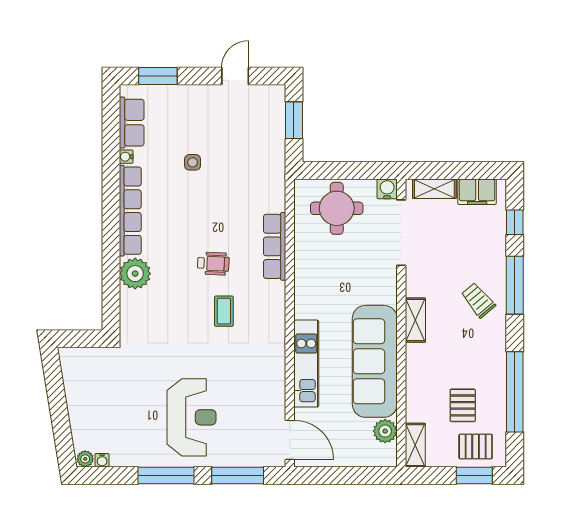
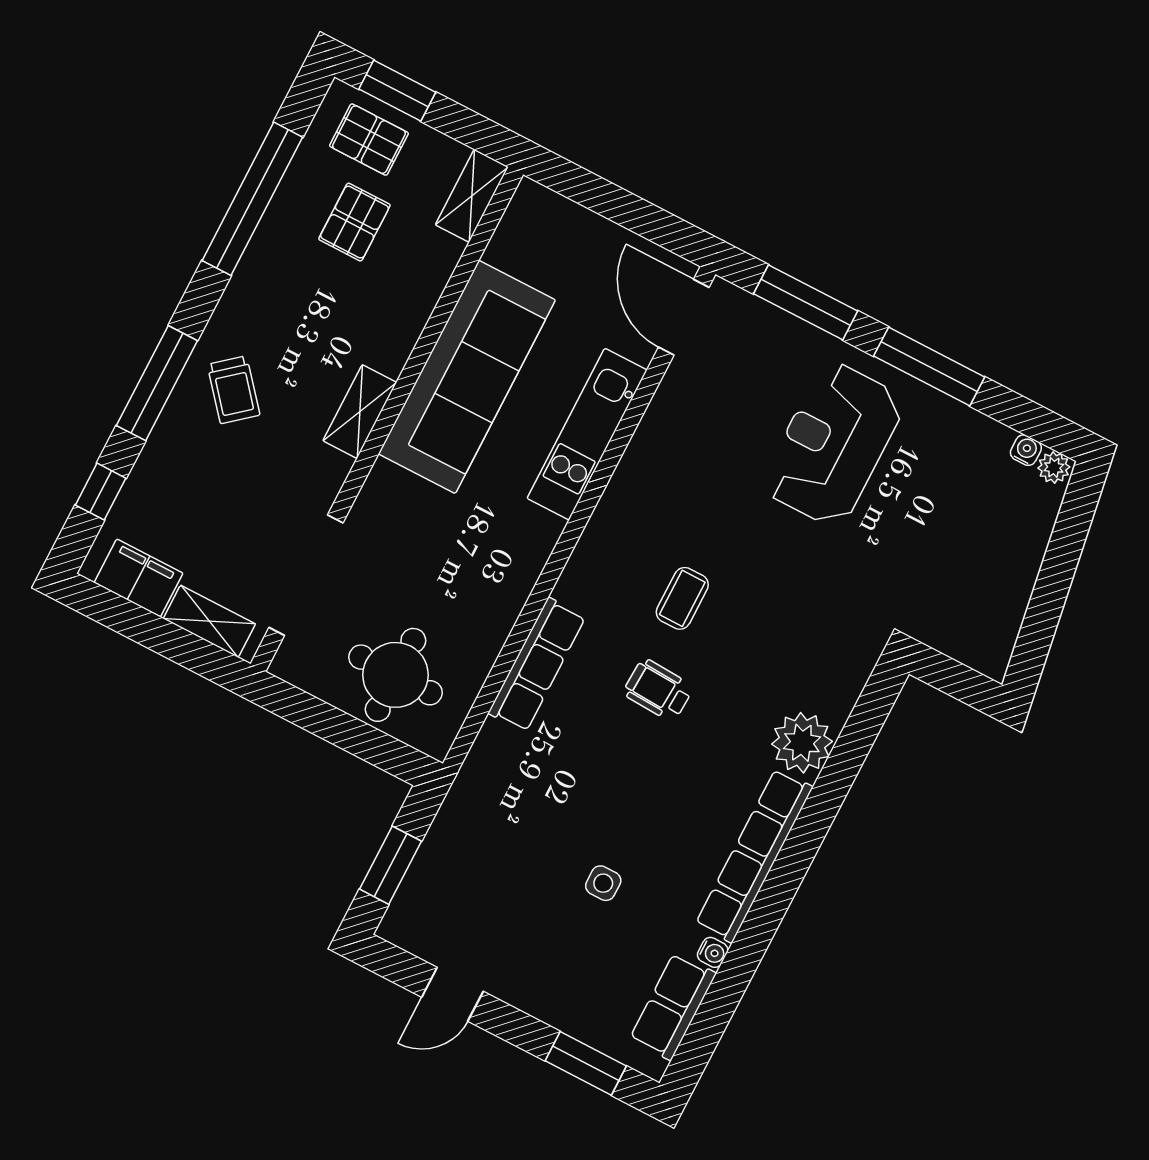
water cooler: (387, 189) -> (291, 663), removed
plant: (385, 431) -> (511, 247), removed

